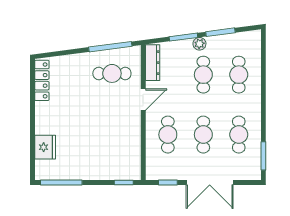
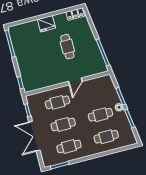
dresser: (153, 63) -> (100, 81), removed
cafe table: (112, 73) -> (67, 47), moved
locker: (42, 80) -> (75, 14), width x0.66
door: (143, 99) -> (75, 81), hinge flipped
fridge: (45, 147) -> (46, 24), moved

